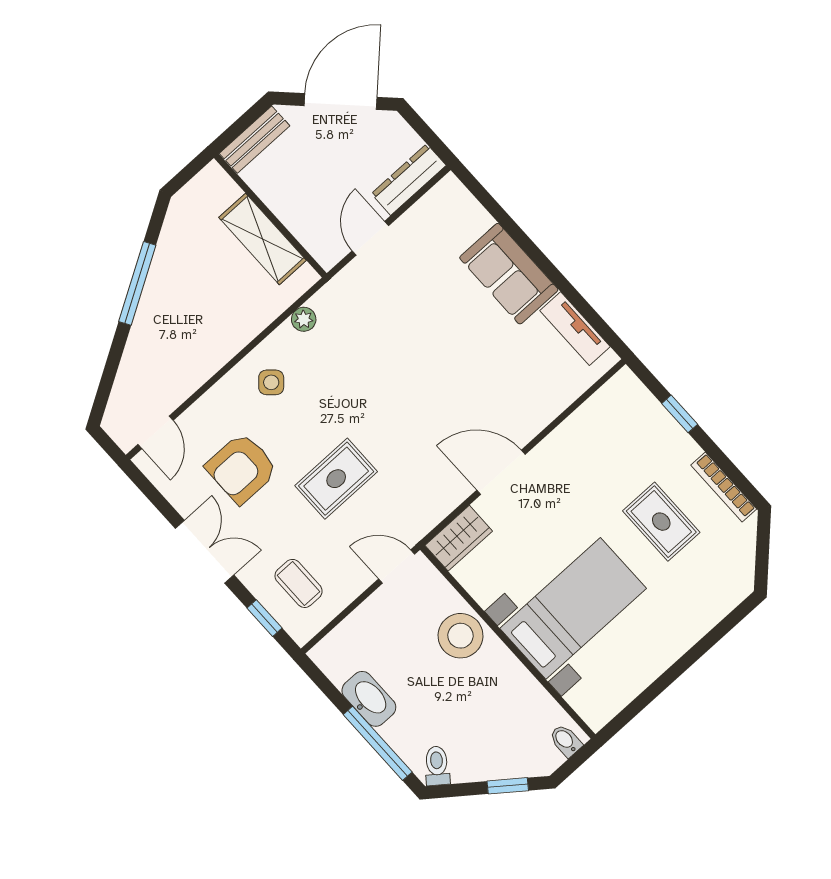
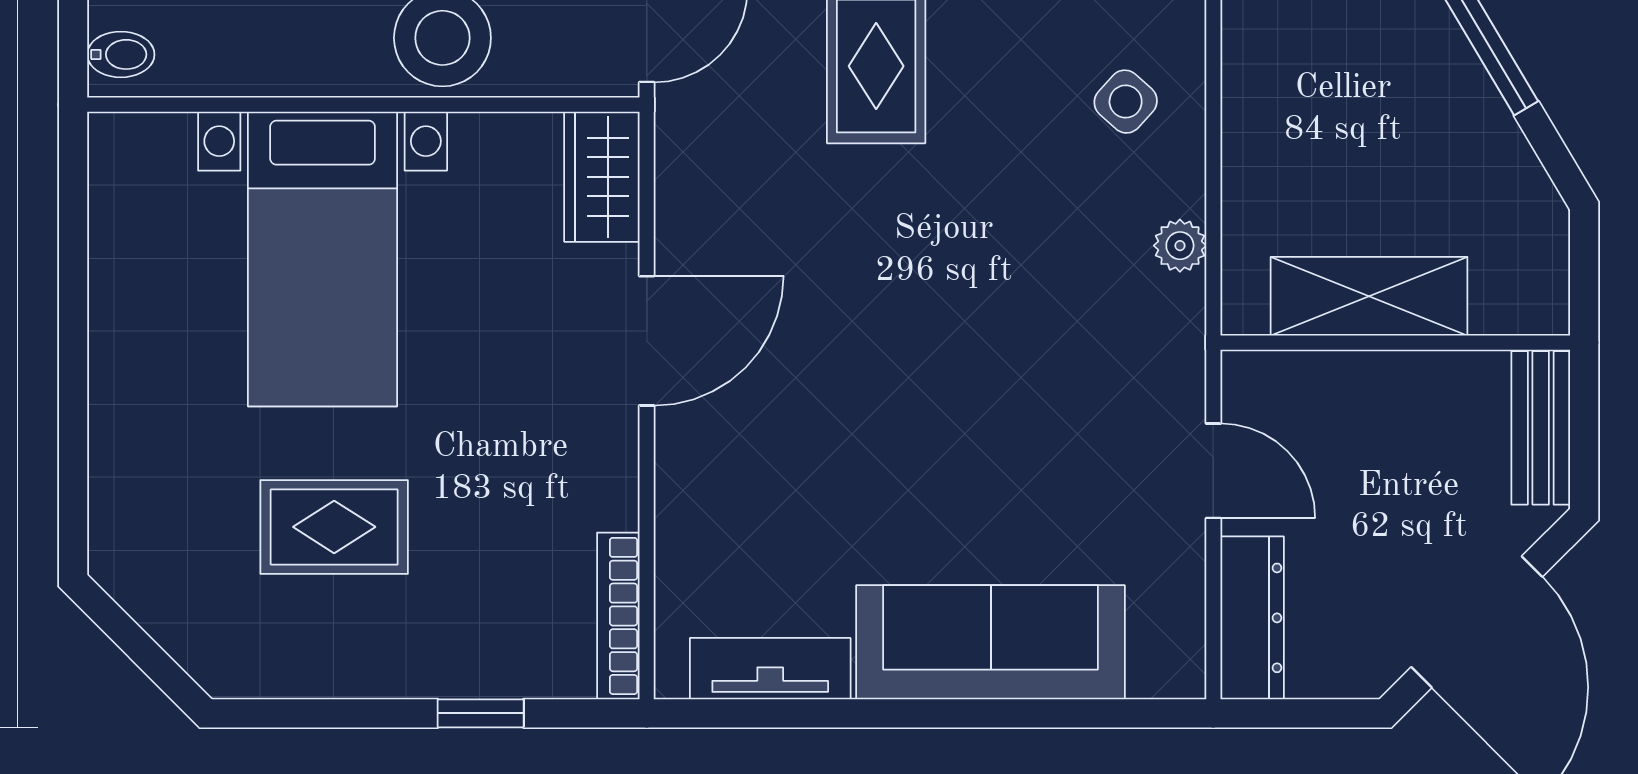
sofa: (509, 274) -> (991, 642), width x1.36
bookcase: (724, 487) -> (618, 616), moved, turned -90

